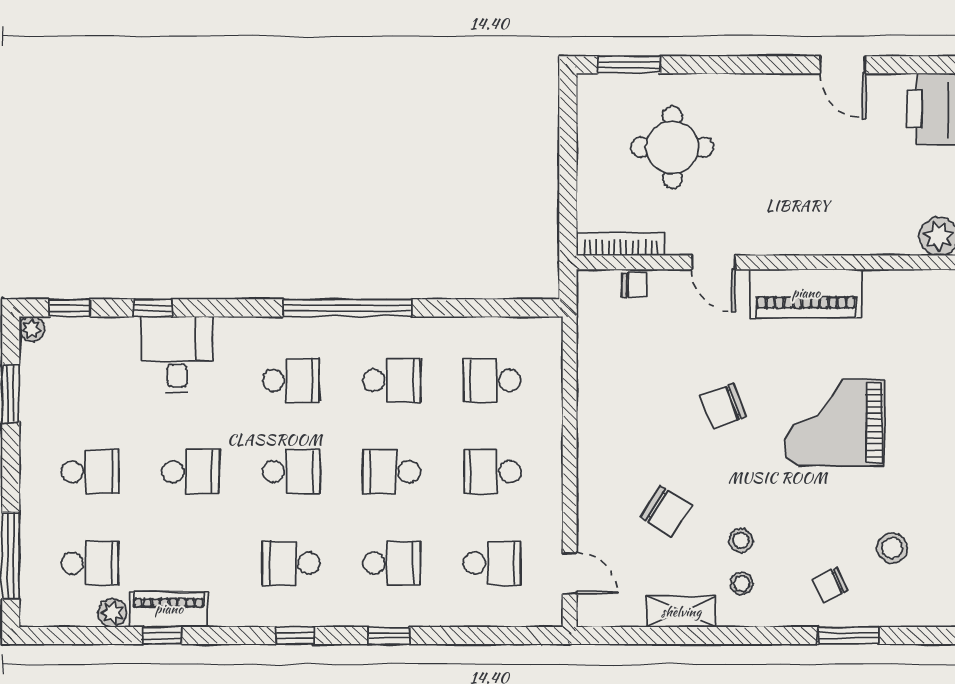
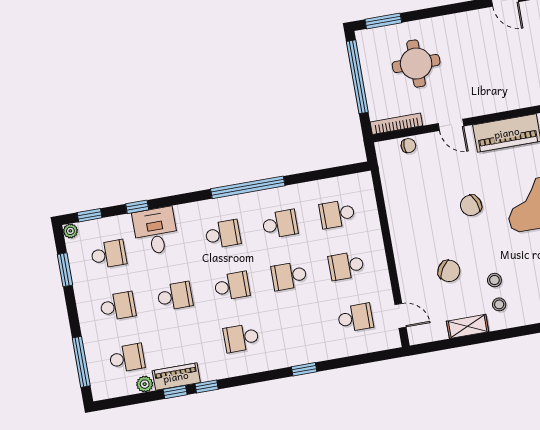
window: (568, 152) -> (357, 77), added
school desk: (392, 563) -> (109, 254), moved
window: (295, 636) -> (207, 386), moved

